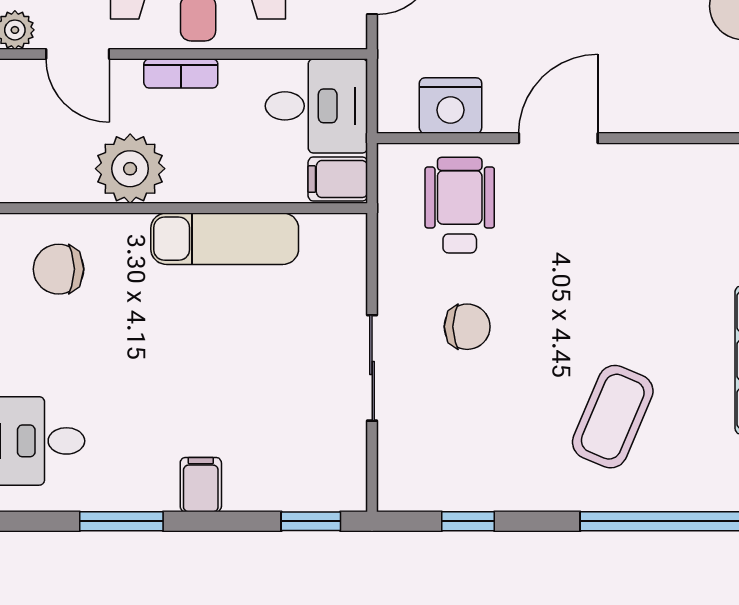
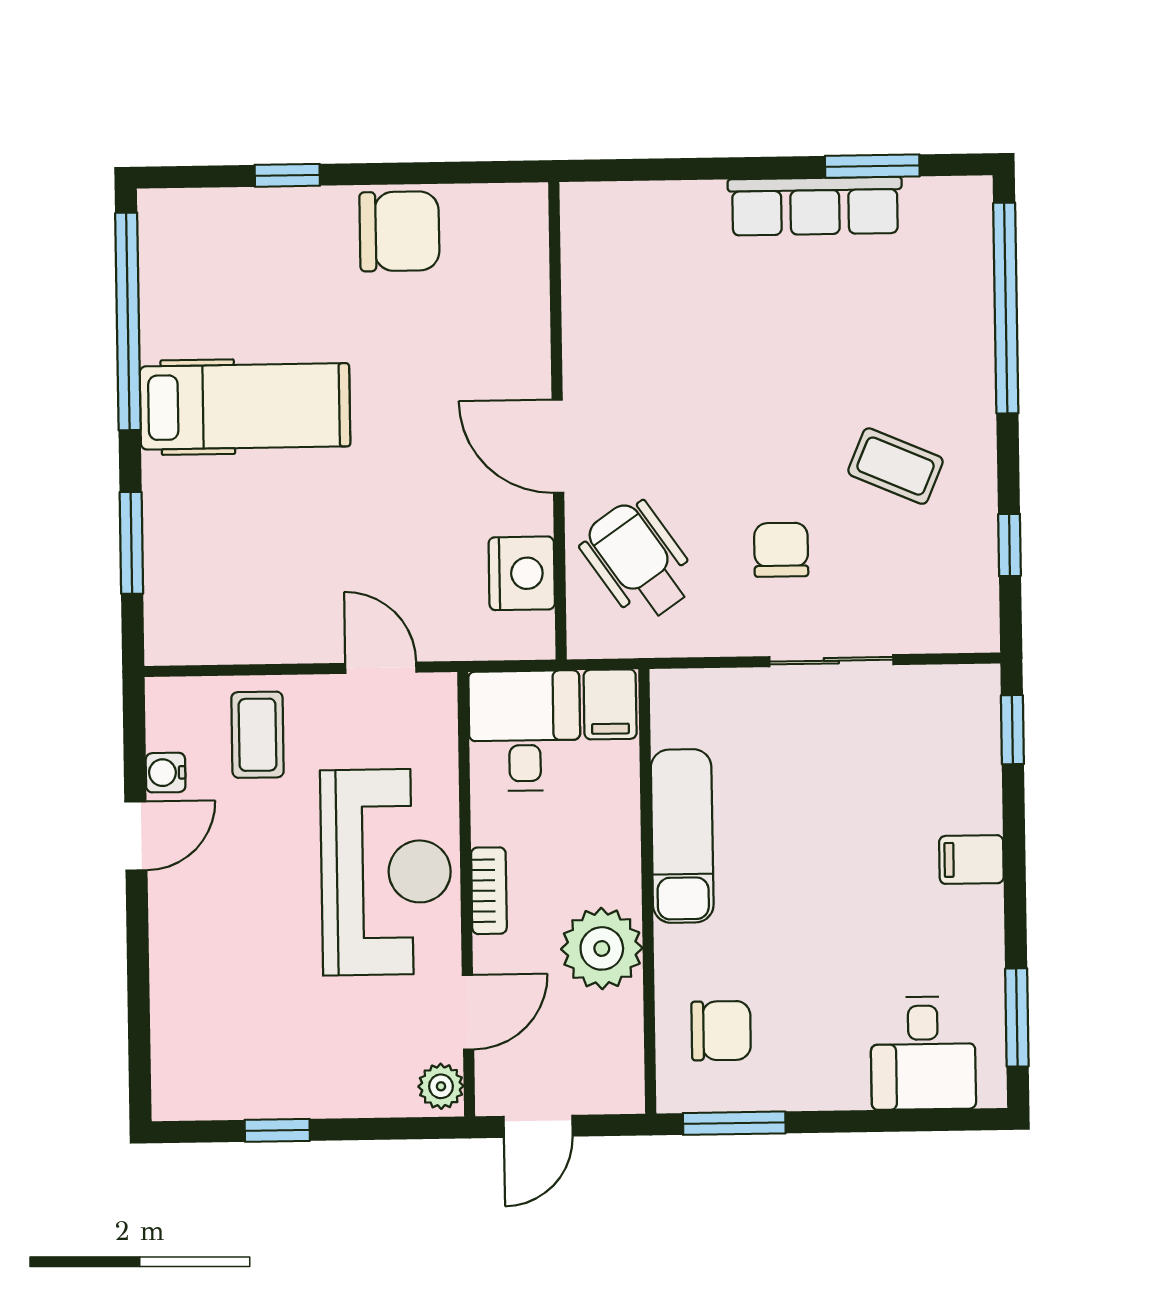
wheelchair: (460, 205) -> (638, 561), turned 55
chair: (59, 269) -> (721, 1031), turned -90
coffee table: (613, 417) -> (896, 466), moved, width x0.73, depth x0.77
window: (121, 521) -> (1017, 1017), moved

